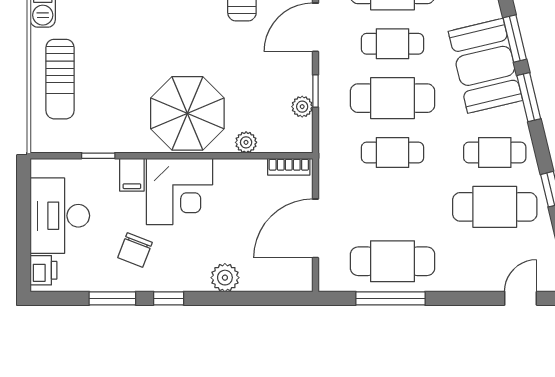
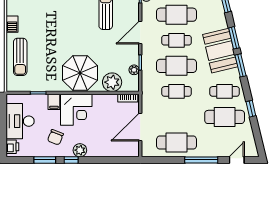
plant: (246, 142) -> (112, 82), width x1.87, depth x1.87
plant: (225, 278) -> (80, 150), moved
window: (390, 298) -> (201, 160), moved

